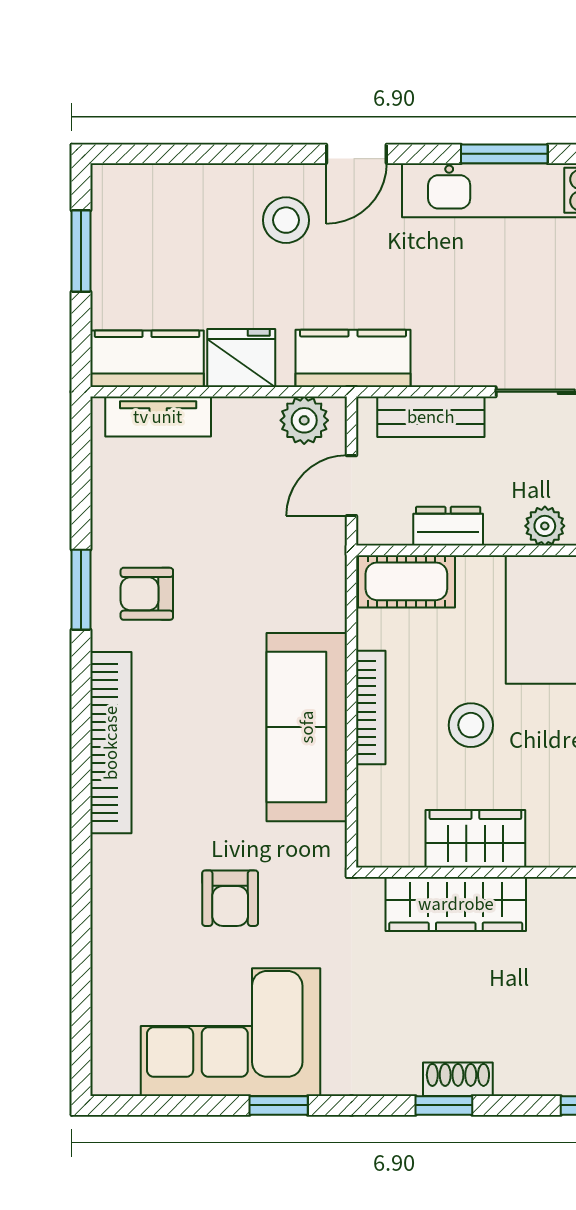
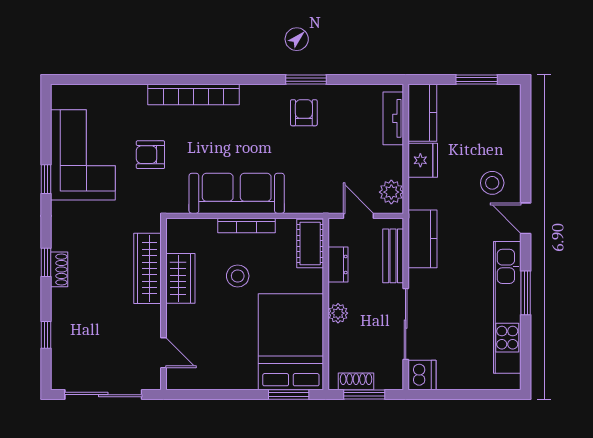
kitchen counter: (353, 358) -> (422, 239), moved
bookcase: (111, 743) -> (194, 95), moved

